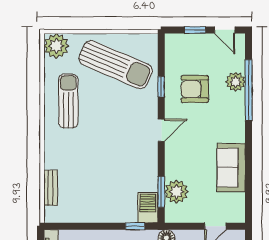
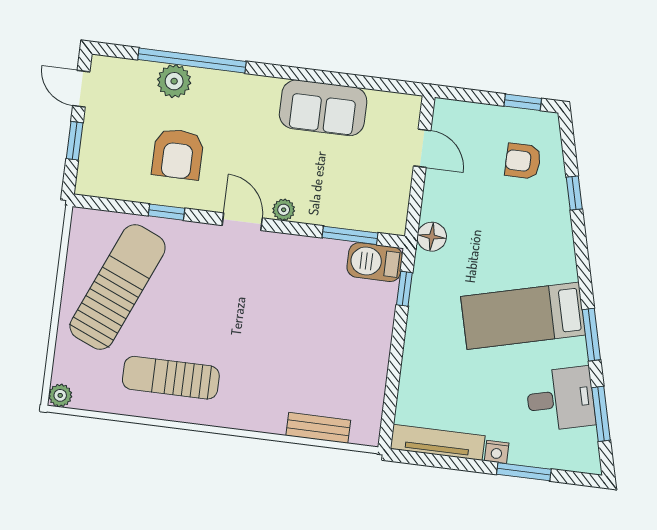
door: (225, 30) -> (81, 89), swing flipped
plant: (56, 46) -> (60, 395), width x0.53, depth x0.53
plant: (176, 192) -> (284, 210), moved, width x0.53, depth x0.53

